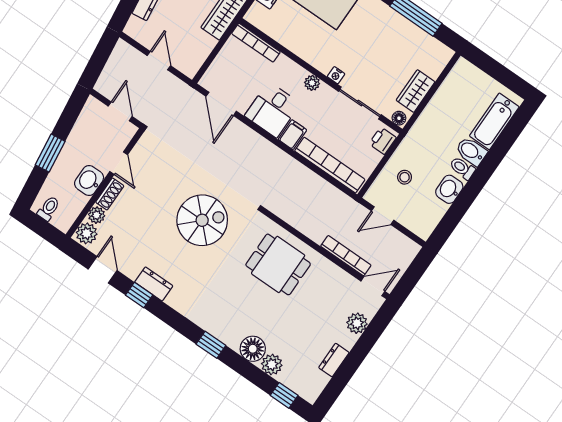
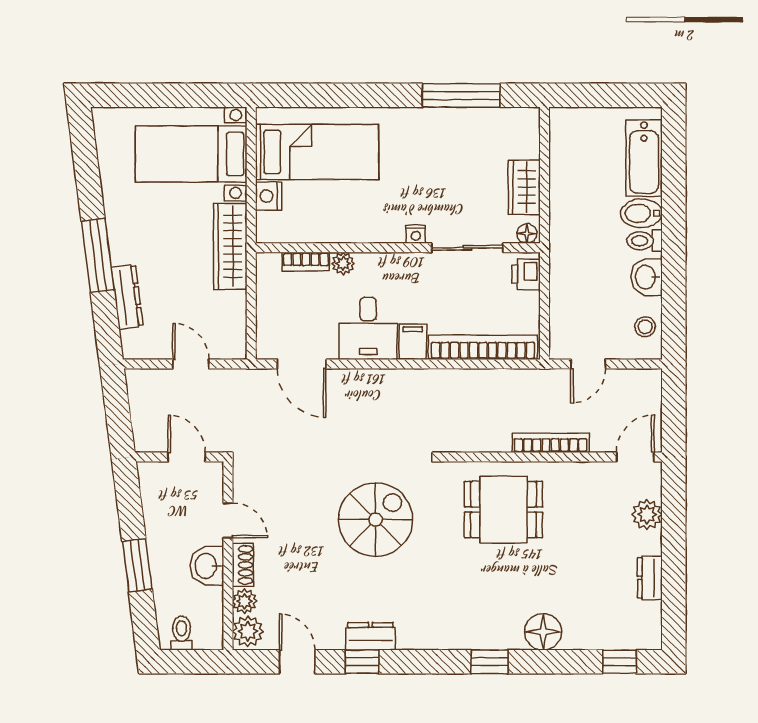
bookcase: (256, 43) -> (306, 262), width x0.64
plant: (312, 83) -> (343, 263), moved
stool: (405, 177) -> (645, 327), moved
bookcase: (346, 256) -> (551, 443), moved
plant: (272, 364) -> (579, 635), removed

